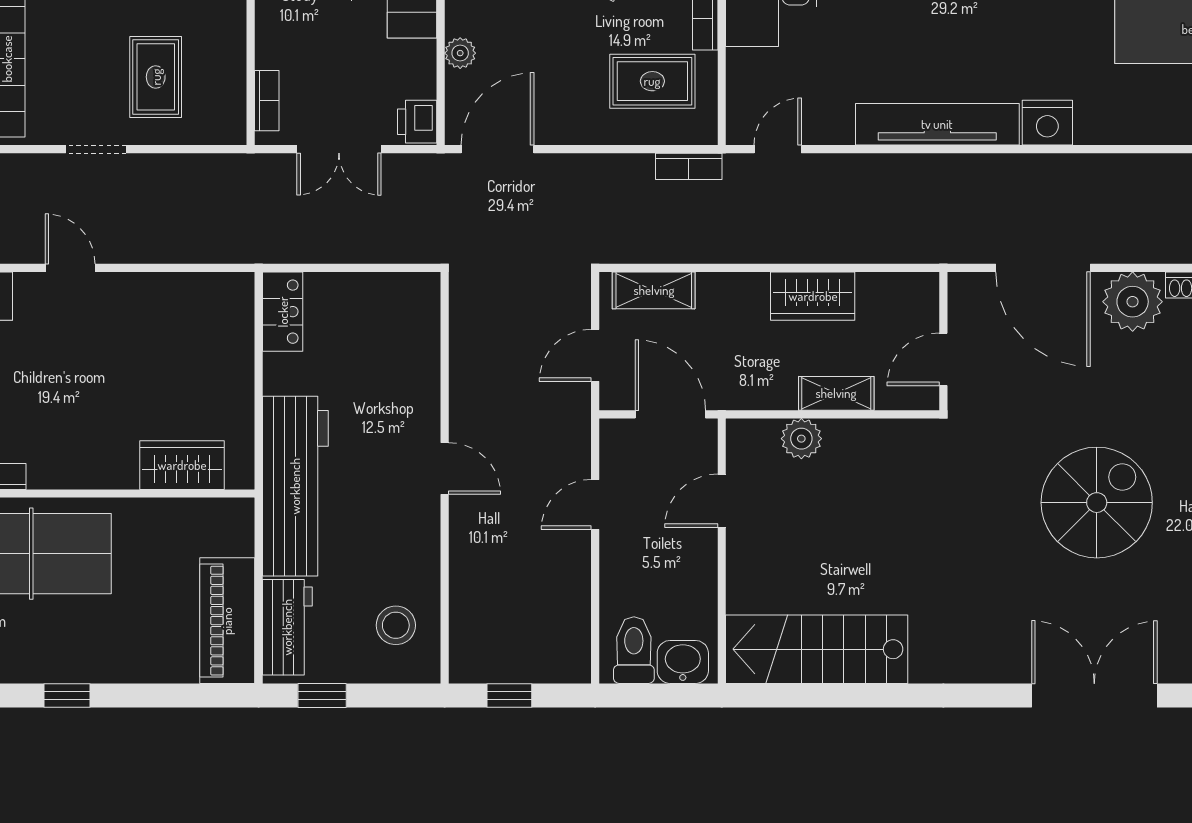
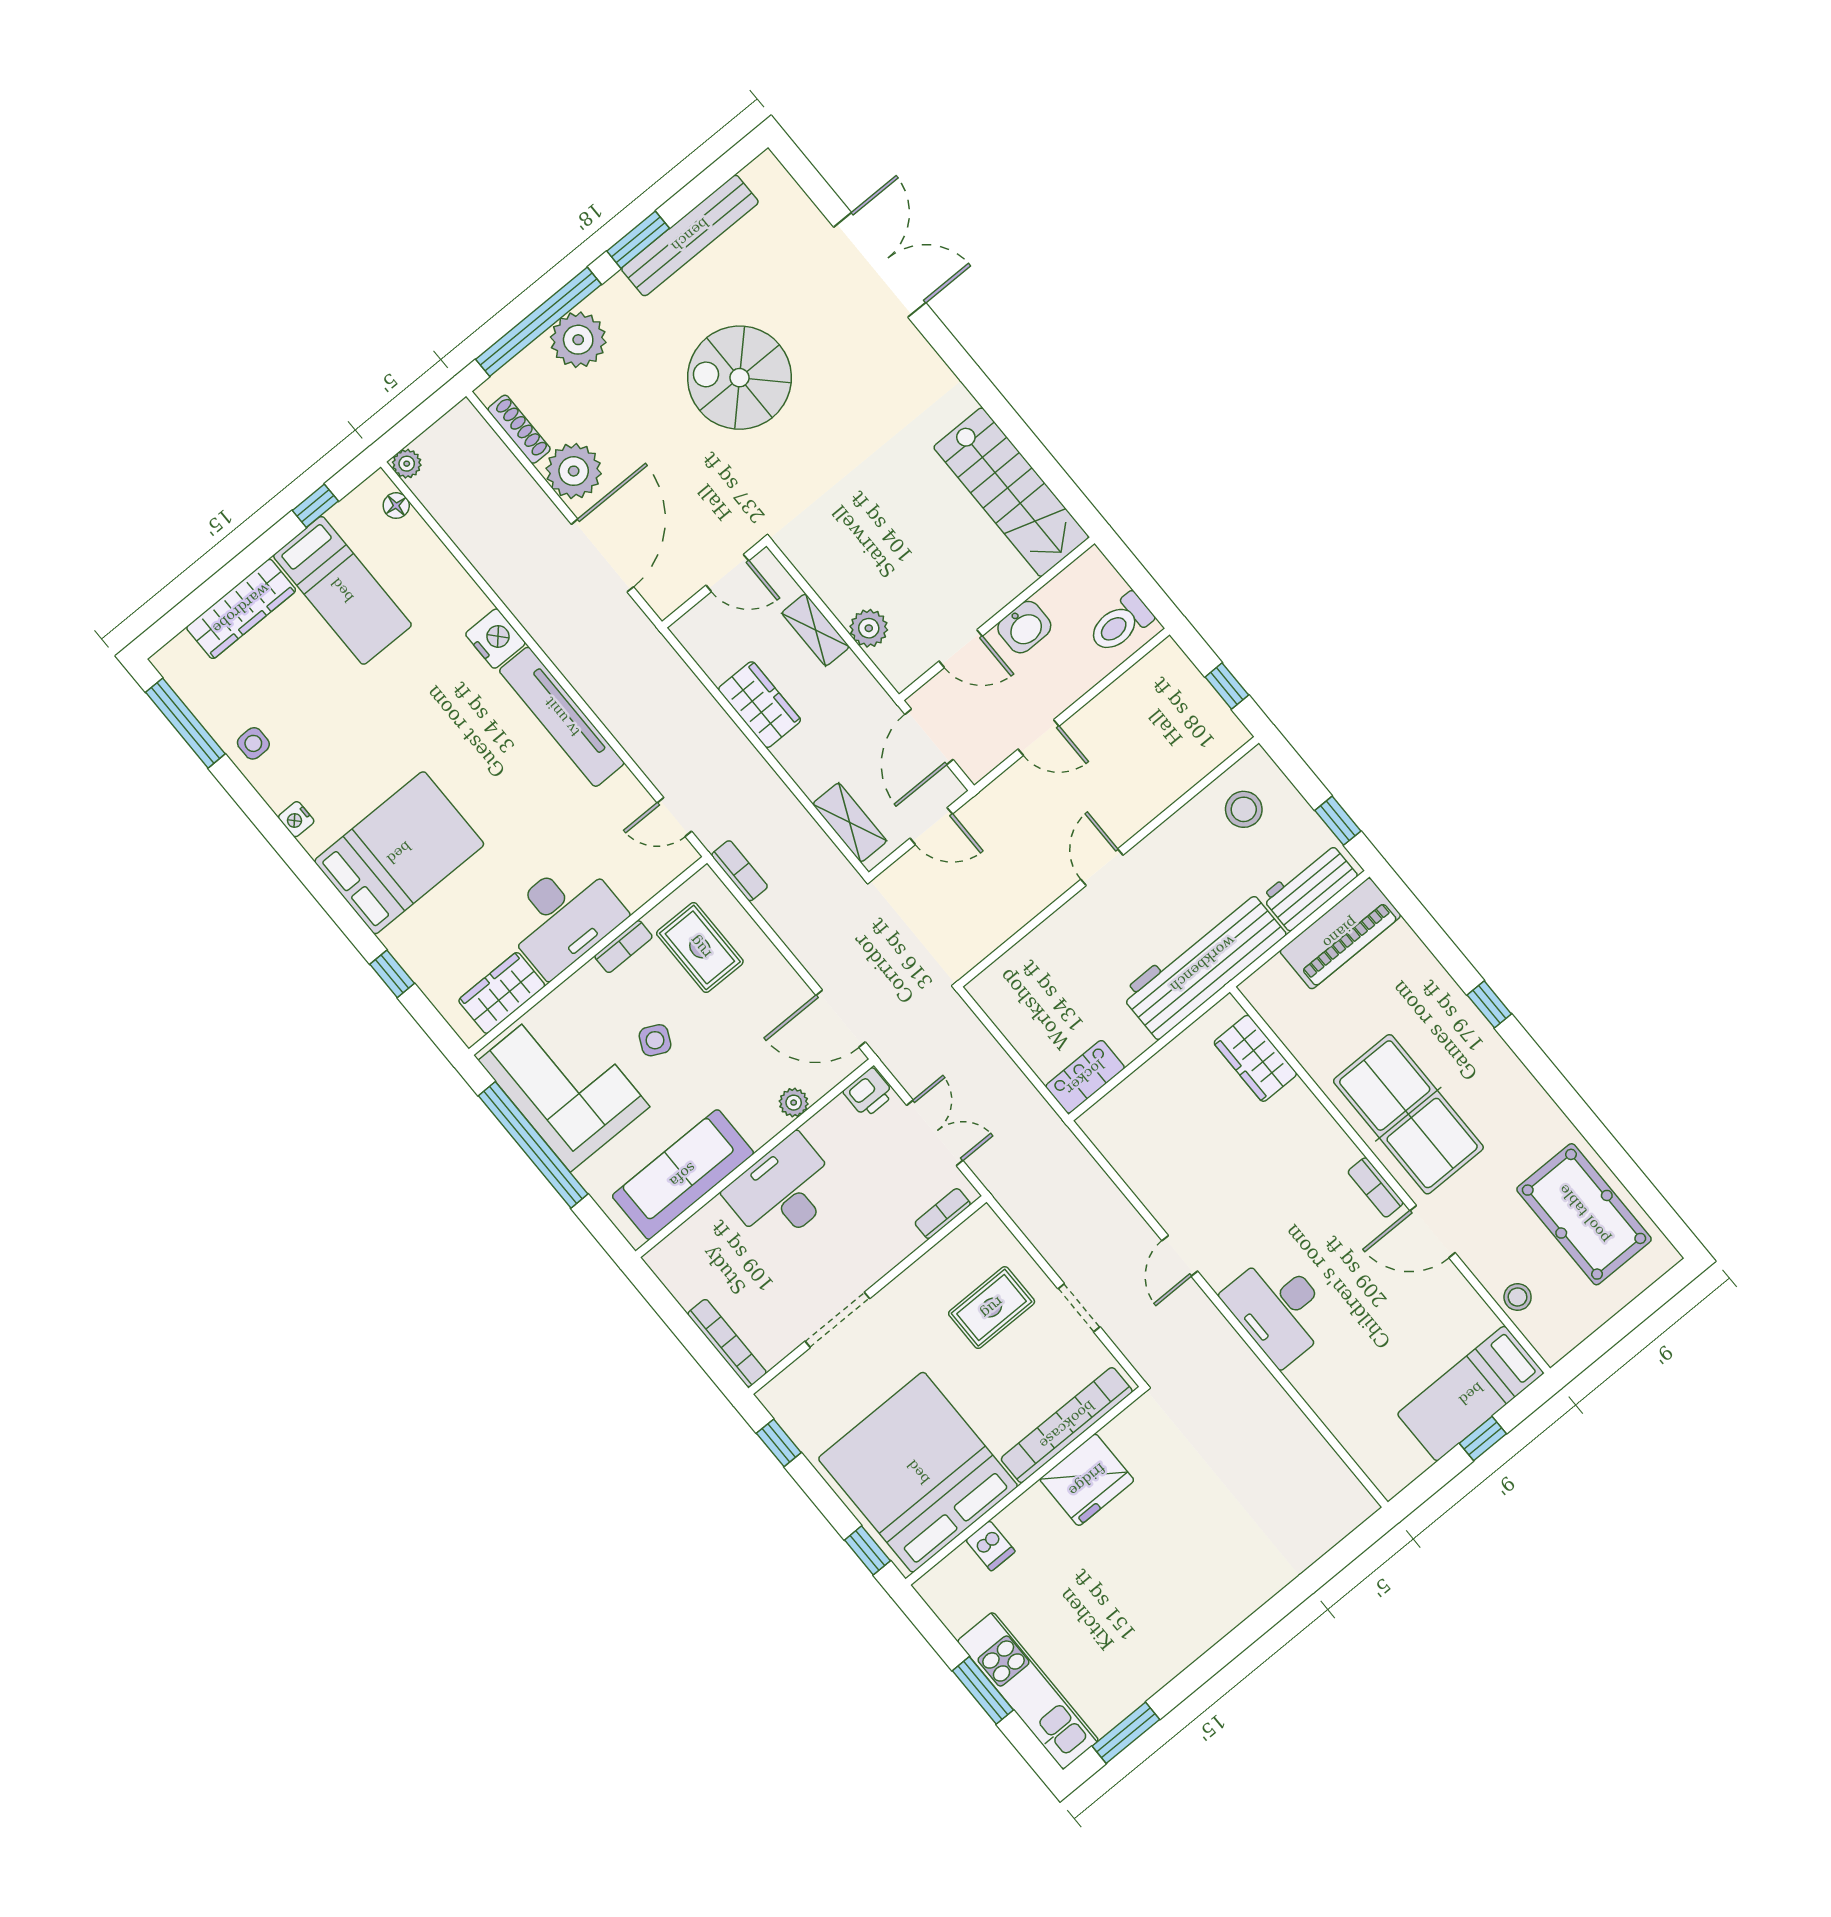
washbasin: (683, 662) -> (1024, 627), moved, turned -90
double door: (1094, 695) -> (880, 265), swing flipped

